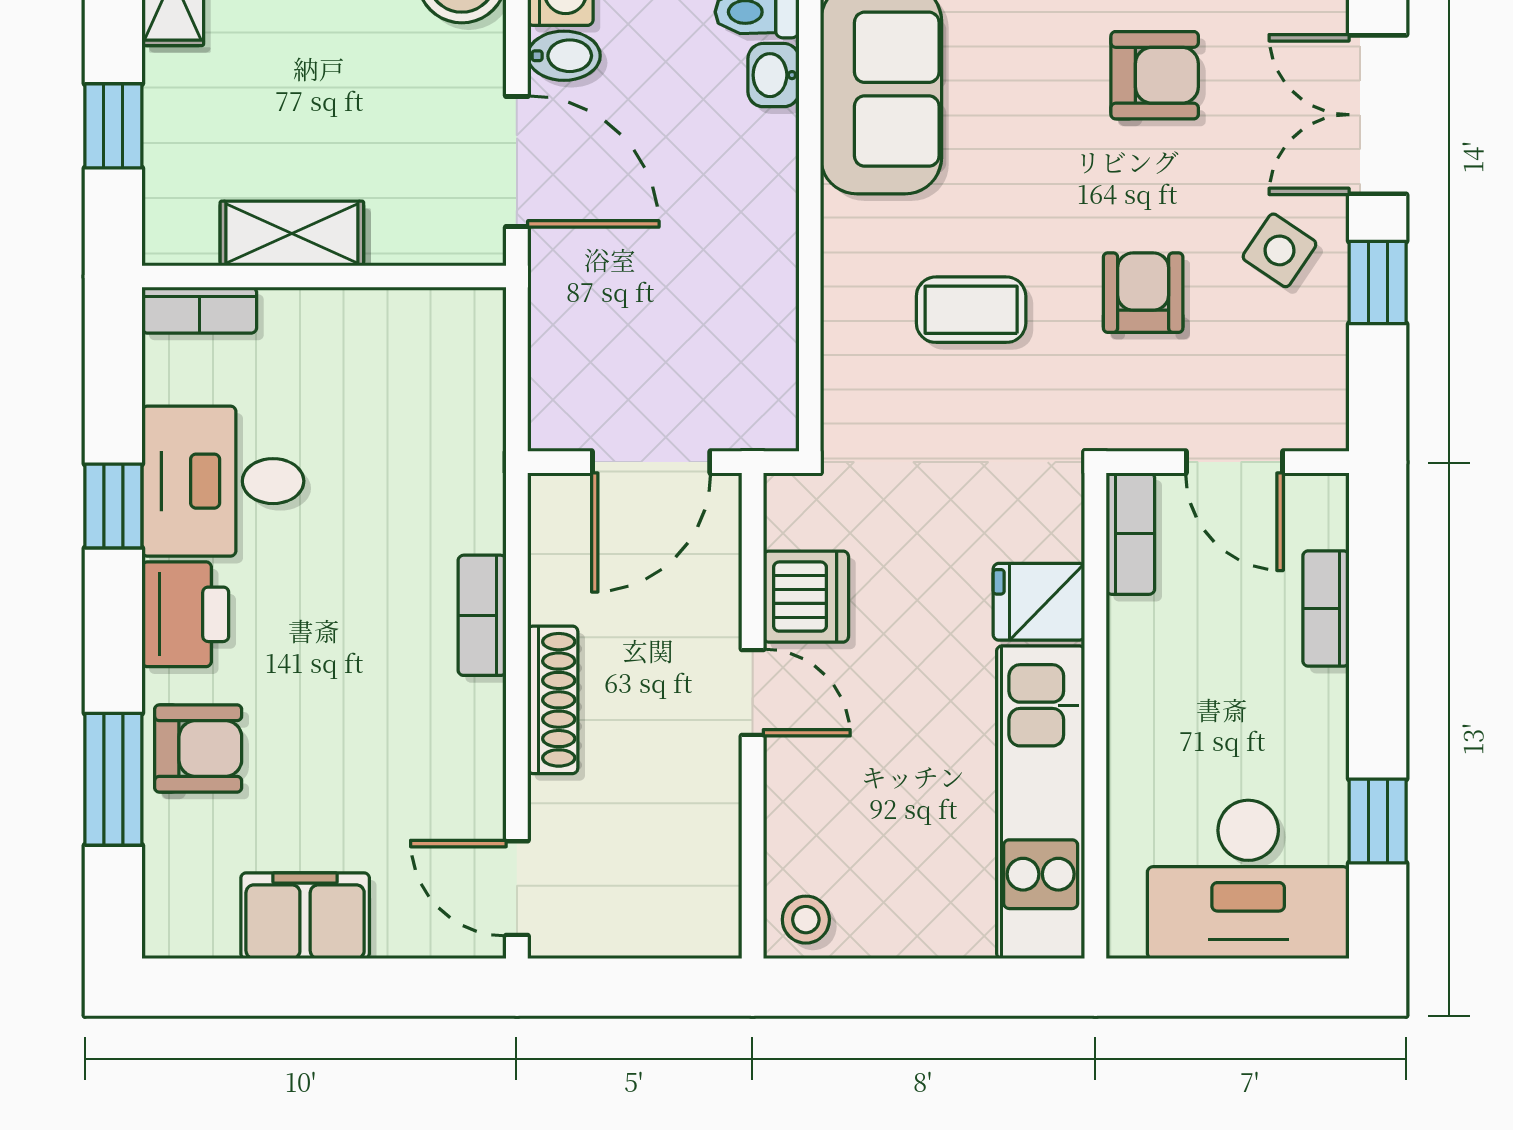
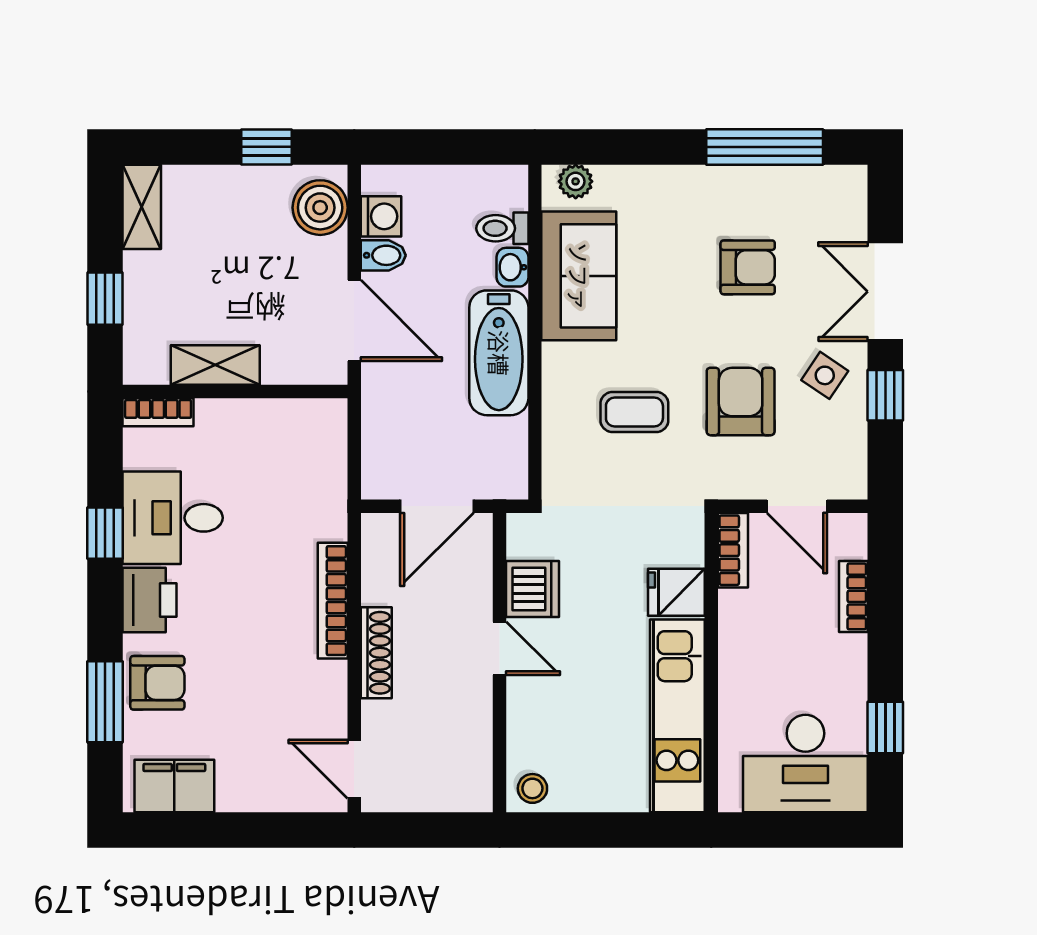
bathtub: (751, 214) -> (499, 353), added
armchair: (1143, 293) -> (741, 401), width x1.38, depth x1.38
bookcase: (482, 615) -> (333, 601), width x1.56
filing cabinet: (305, 916) -> (174, 786), moved

